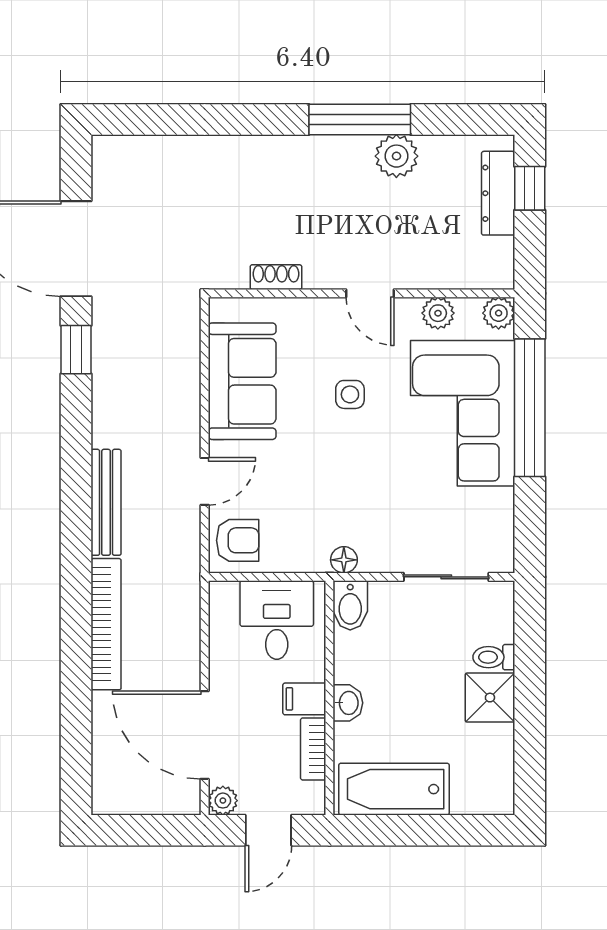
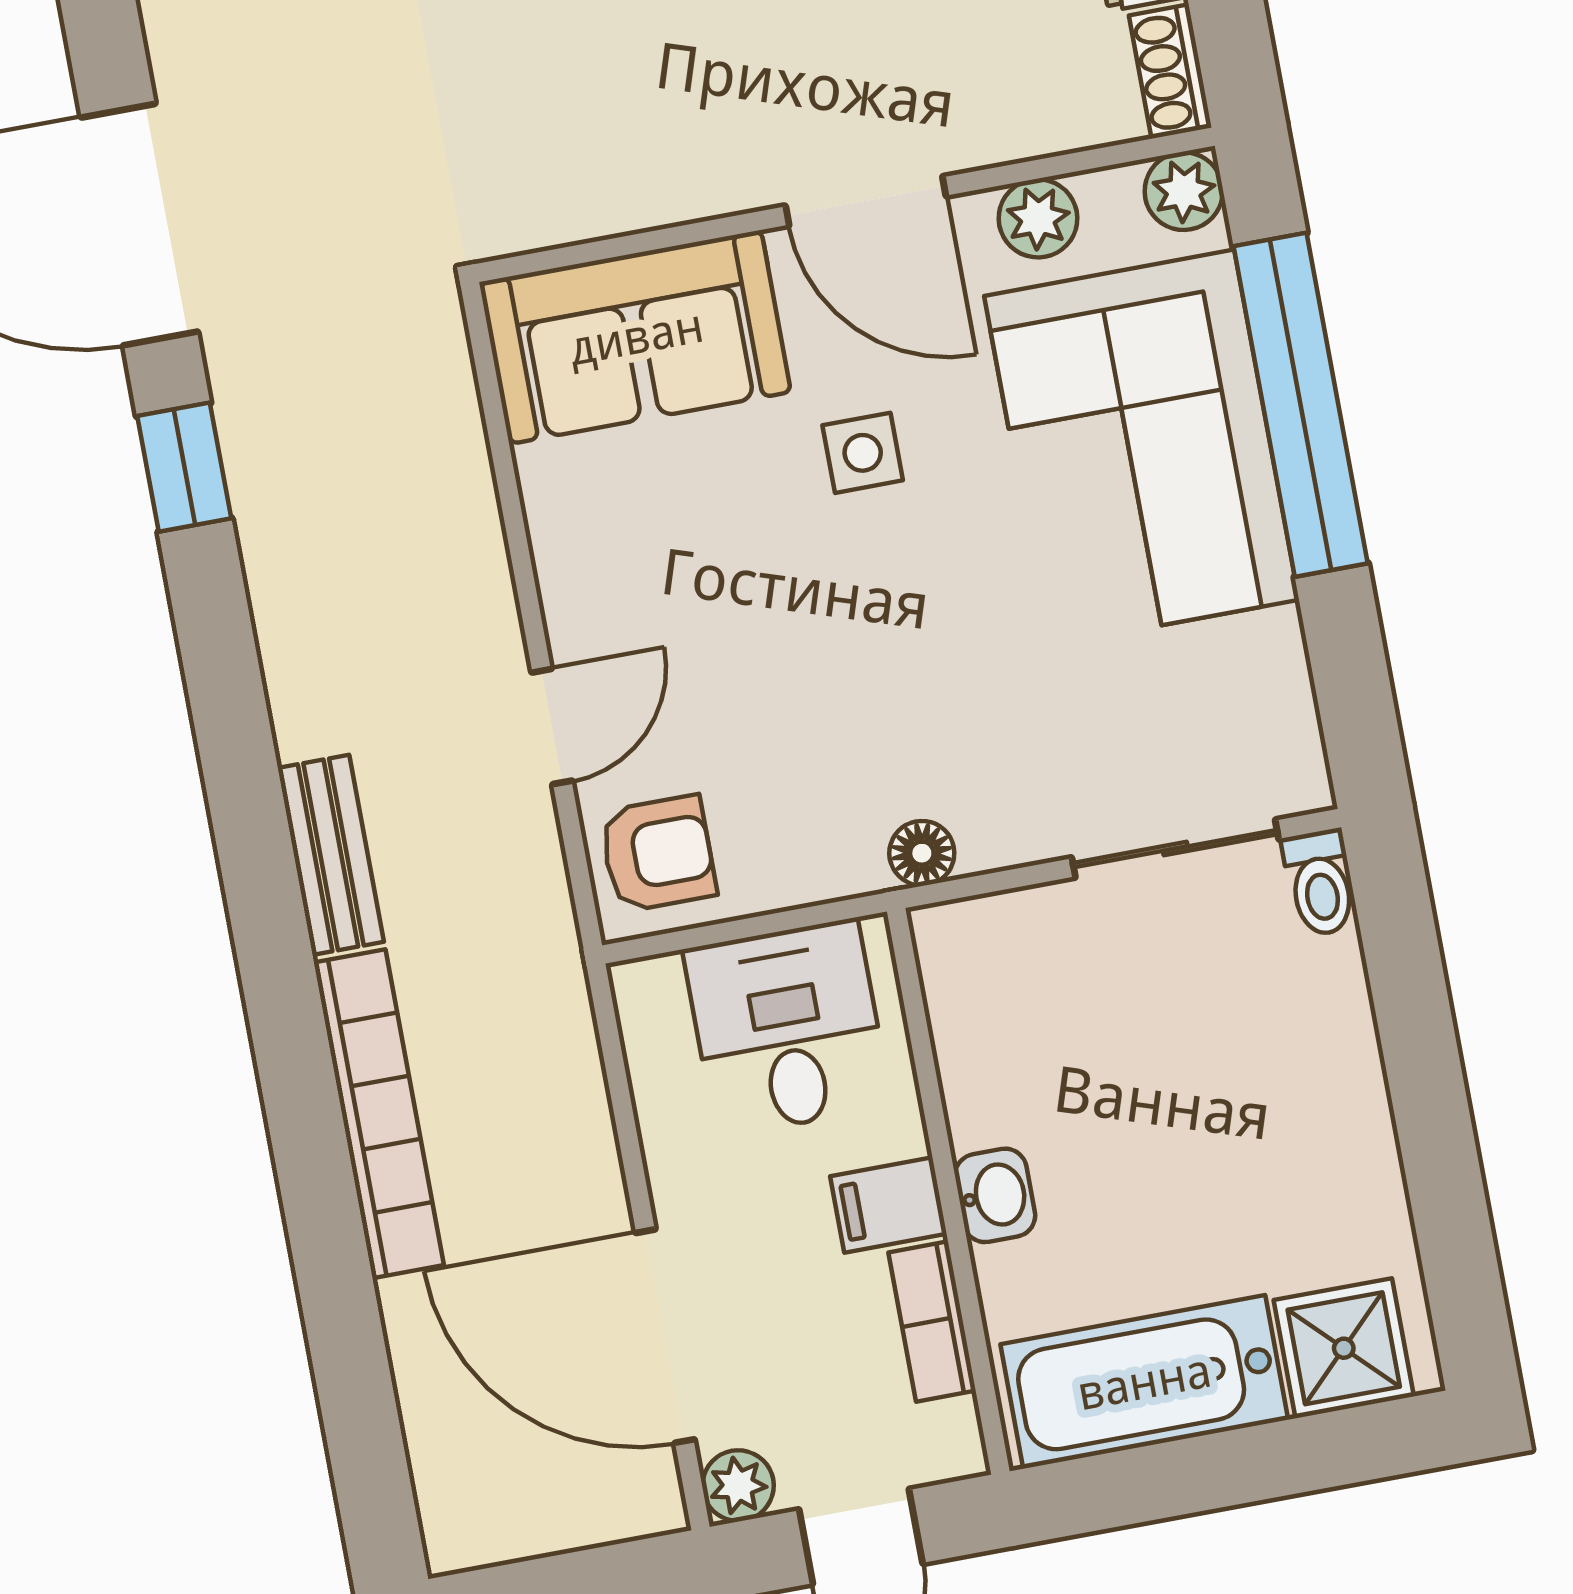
shoe rack: (276, 277) -> (1170, 71), moved, turned -90
door: (370, 293) -> (866, 201), width x1.38
sofa: (242, 381) -> (636, 337), moved, turned 90
bench: (106, 502) -> (331, 855), width x0.73
bidet: (350, 605) -> (957, 960), removed
toilet: (494, 657) -> (1320, 883), moved, turned -90
shower: (490, 698) -> (1344, 1348), moved

